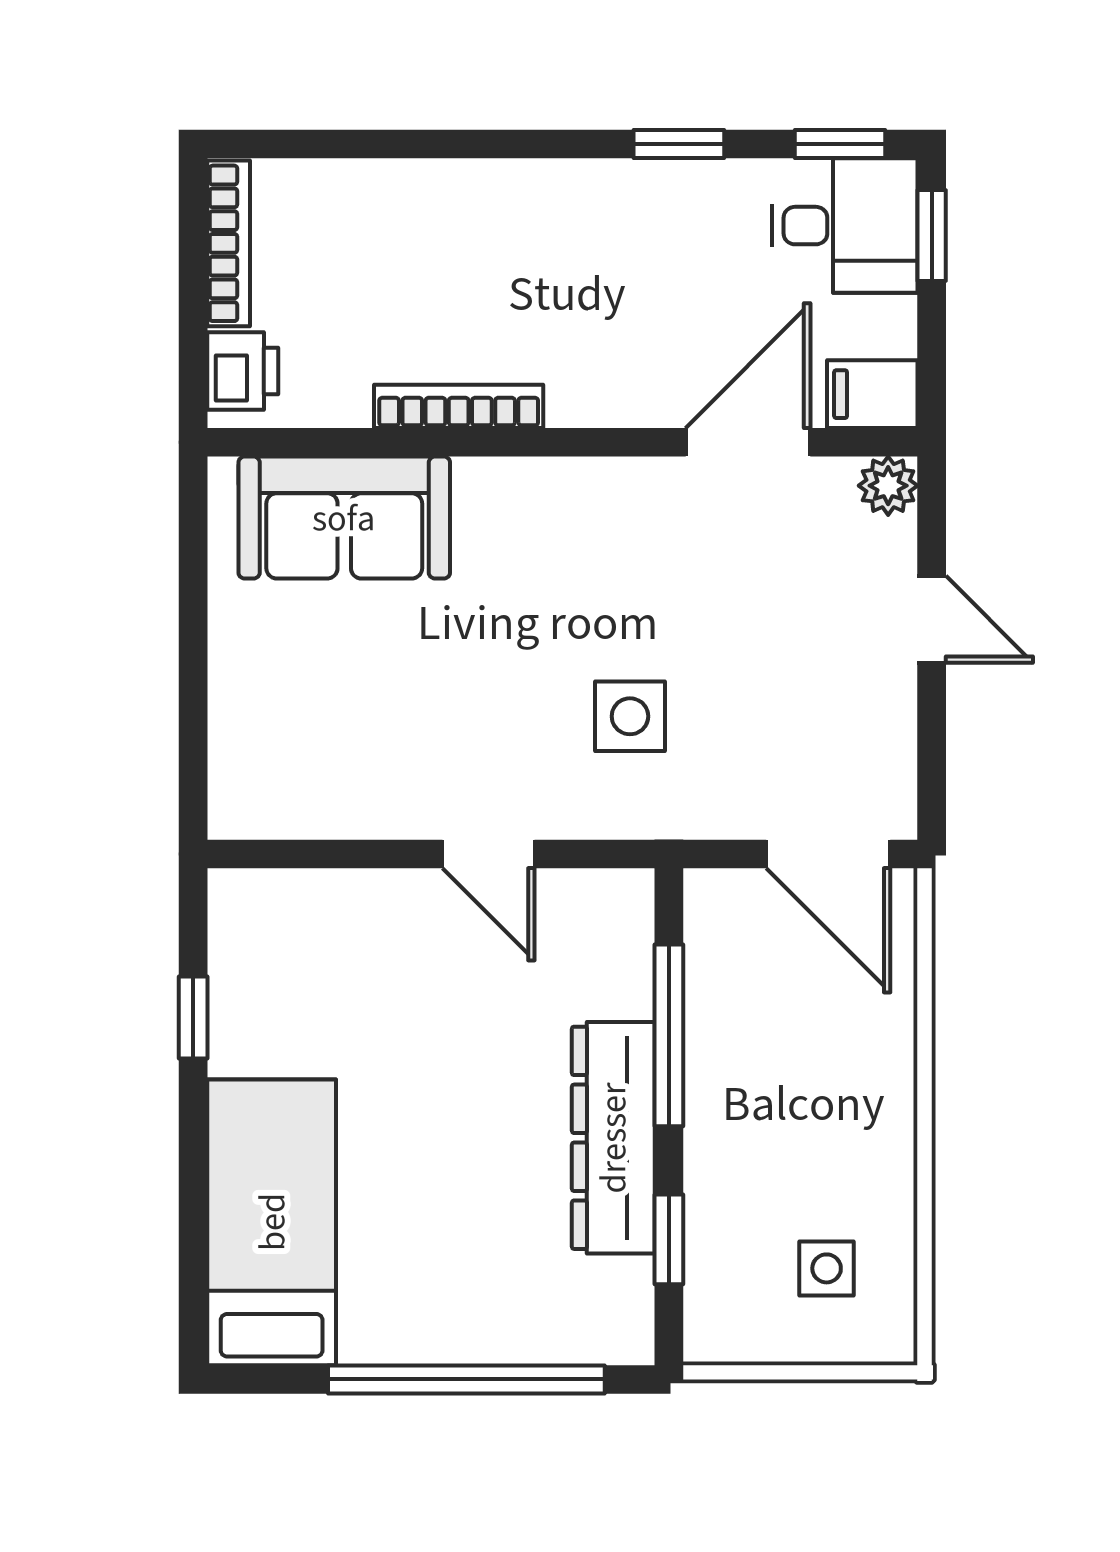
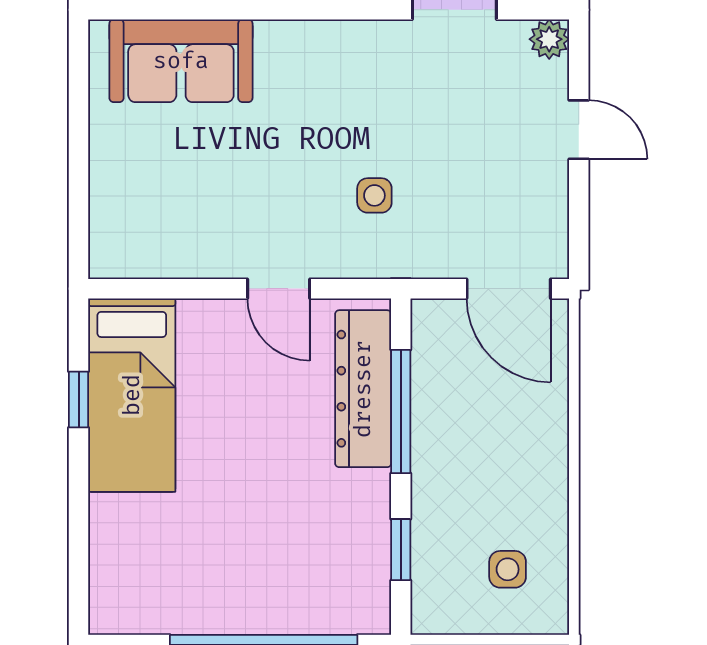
side table: (630, 716) -> (374, 195), width x0.73, depth x0.73
dresser: (613, 1138) -> (363, 389), moved
bed: (272, 1222) -> (132, 395), moved, turned 180

